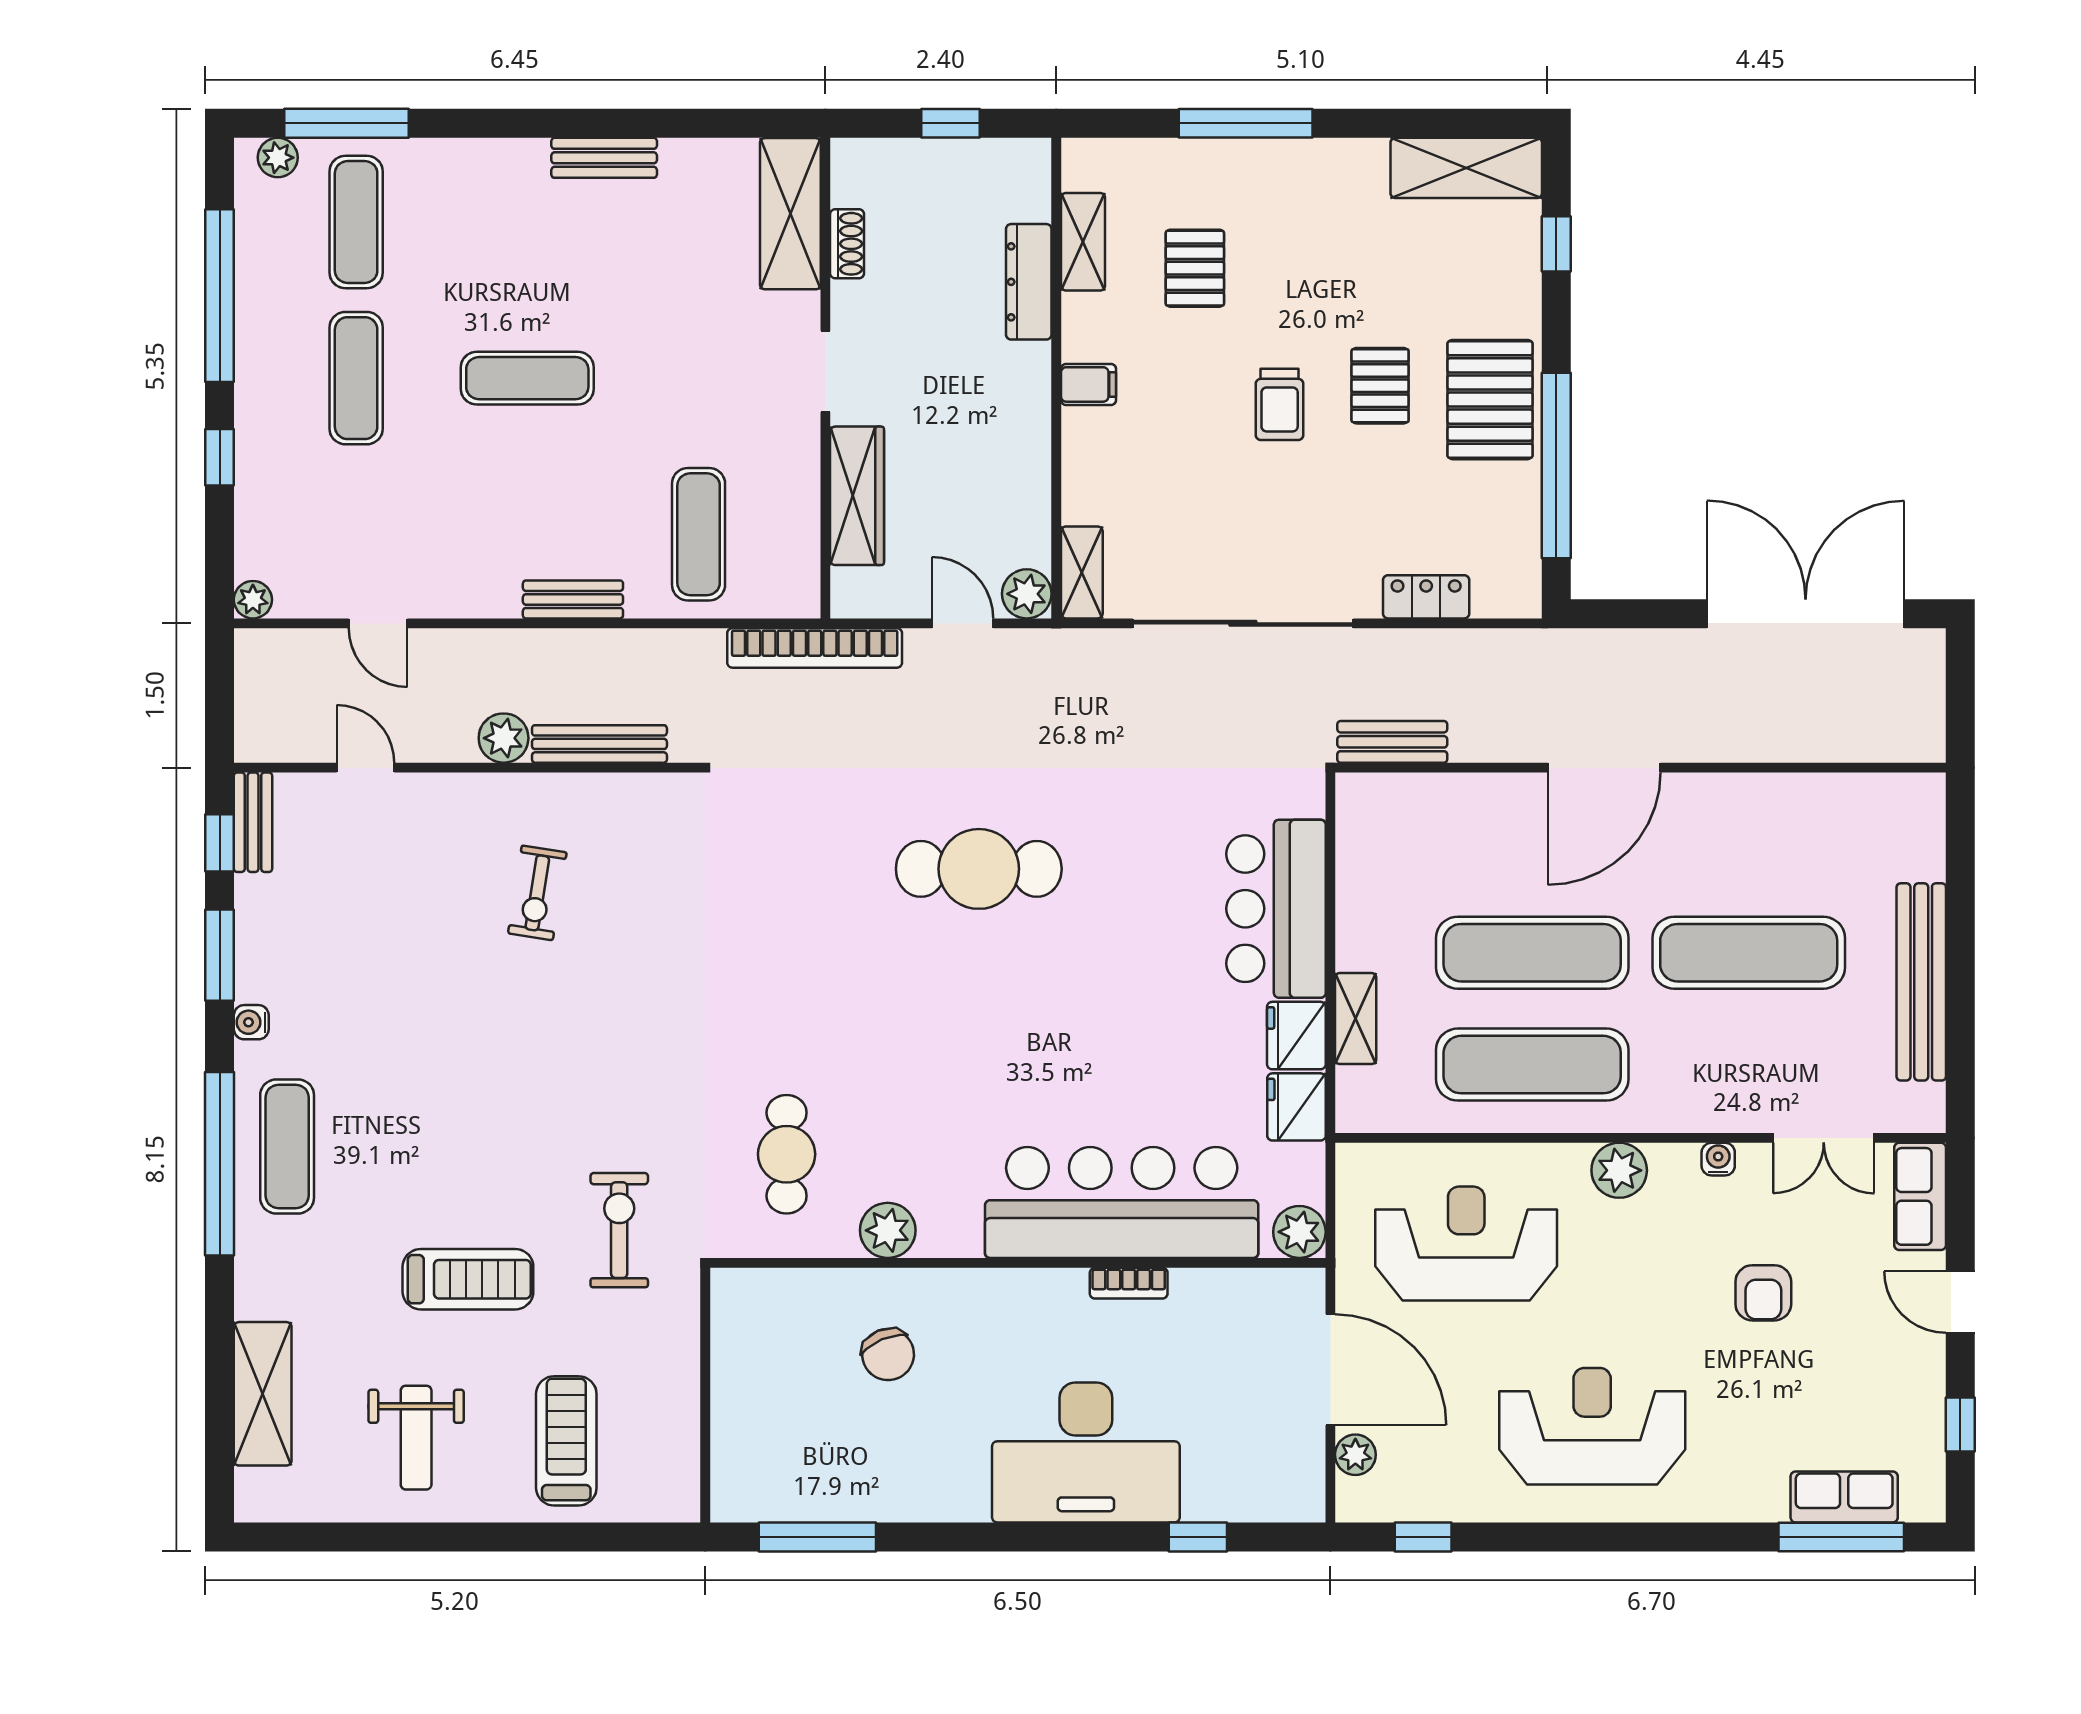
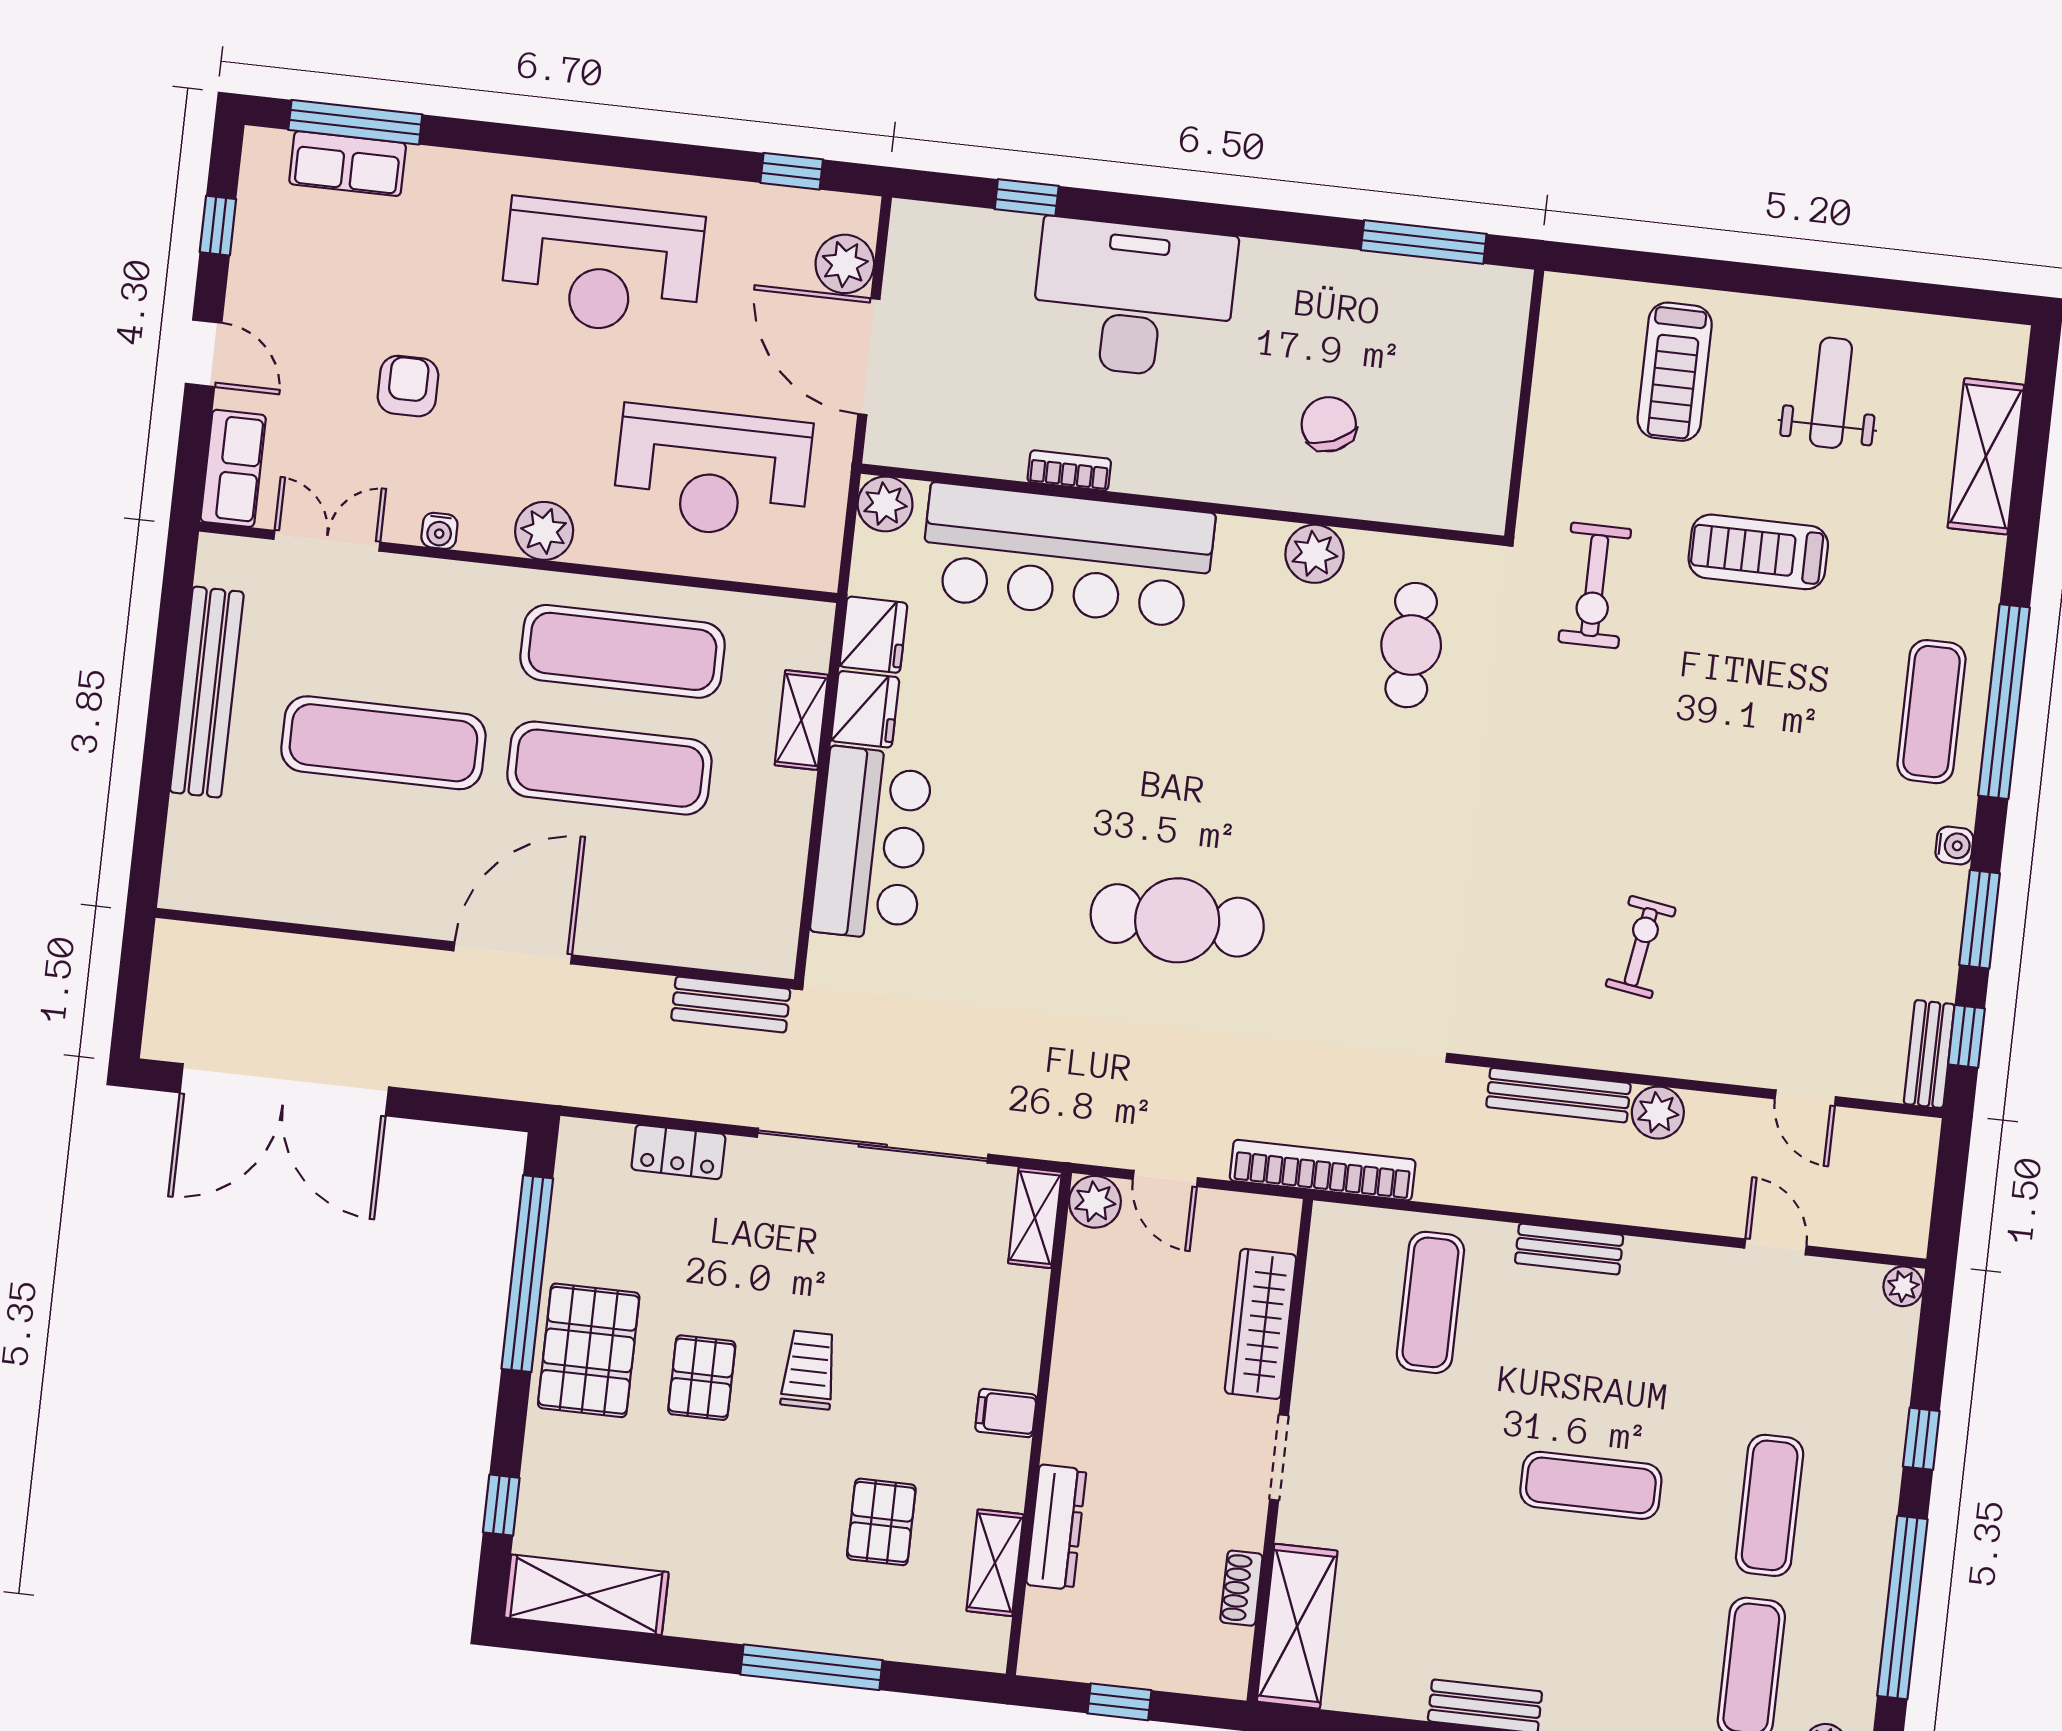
plant: (1355, 1455) -> (845, 264), width x1.38, depth x1.38

